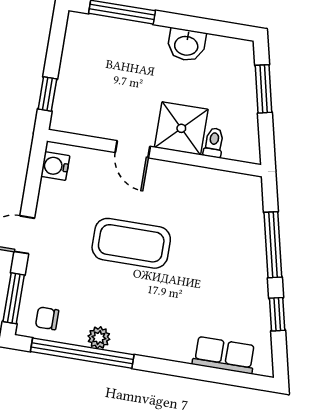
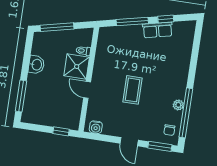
window: (264, 89) -> (57, 27), width x1.44
door: (133, 149) -> (87, 90), swing flipped
coffee table: (131, 243) -> (133, 90), width x0.73, depth x0.76
row of seats: (224, 355) -> (158, 30), moved, turned -103

